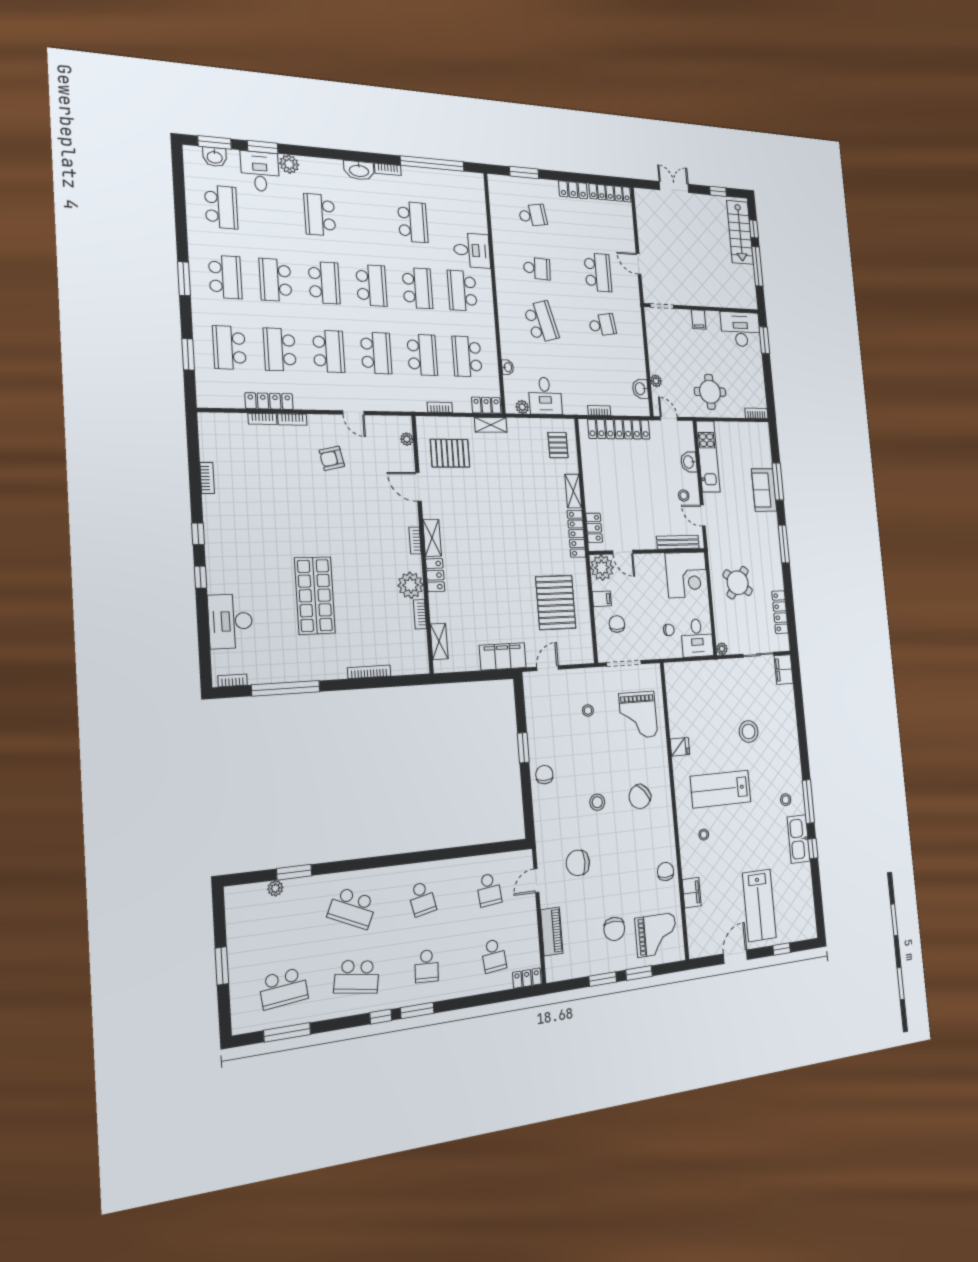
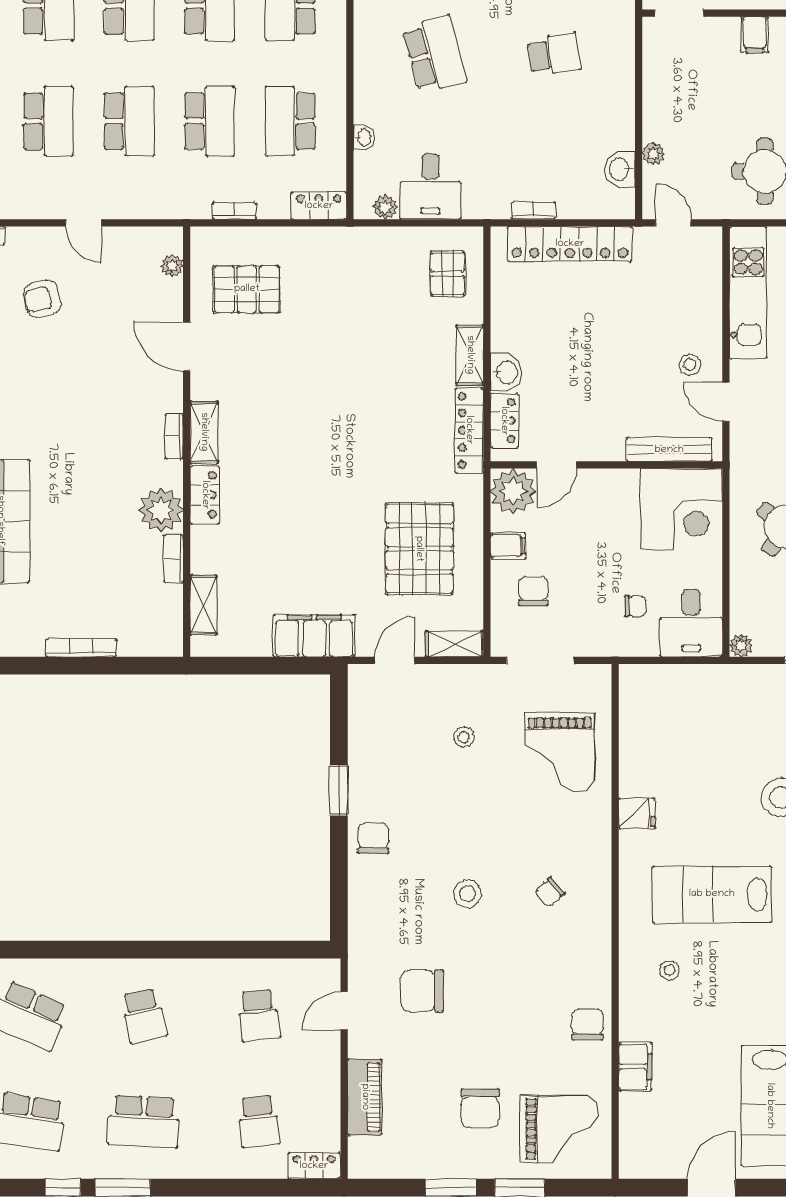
shelving: (491, 425) -> (454, 644), moved
washbasin: (689, 462) -> (506, 372), moved, turned 180
door: (623, 552) -> (557, 465), hinge flipped
chair: (640, 797) -> (550, 892), width x0.54, depth x0.54
school desk: (427, 966) -> (144, 1121), width x1.85

